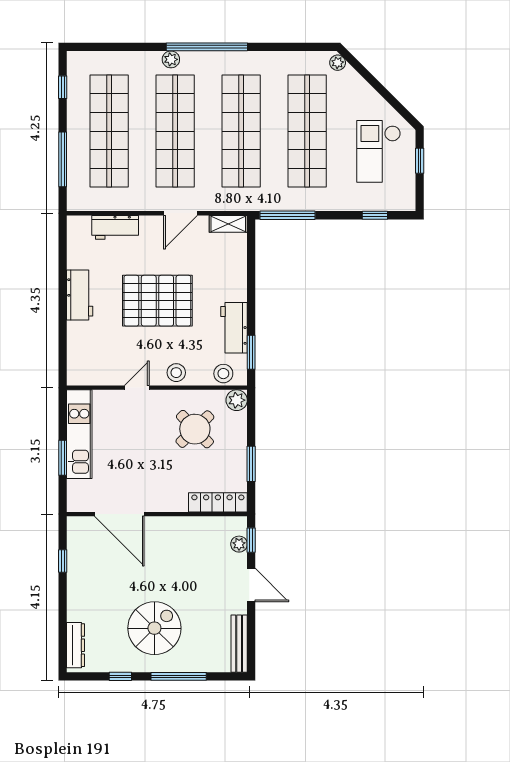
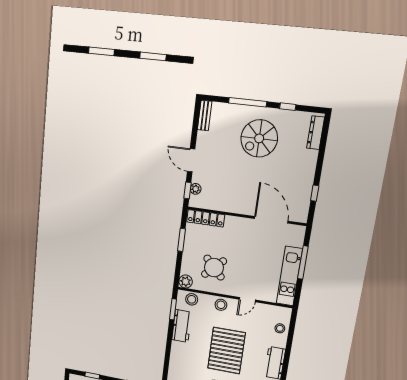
pallet: (157, 301) -> (226, 351), turned 90
stool: (81, 351) -> (280, 328), added
window: (63, 458) -> (303, 263), width x1.44
bench: (239, 644) -> (205, 116), width x0.73

